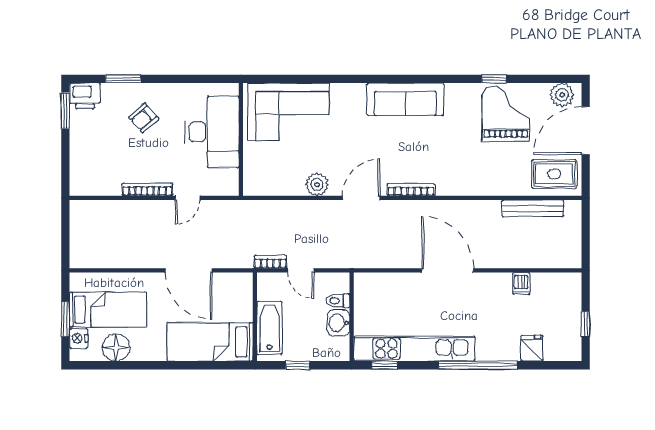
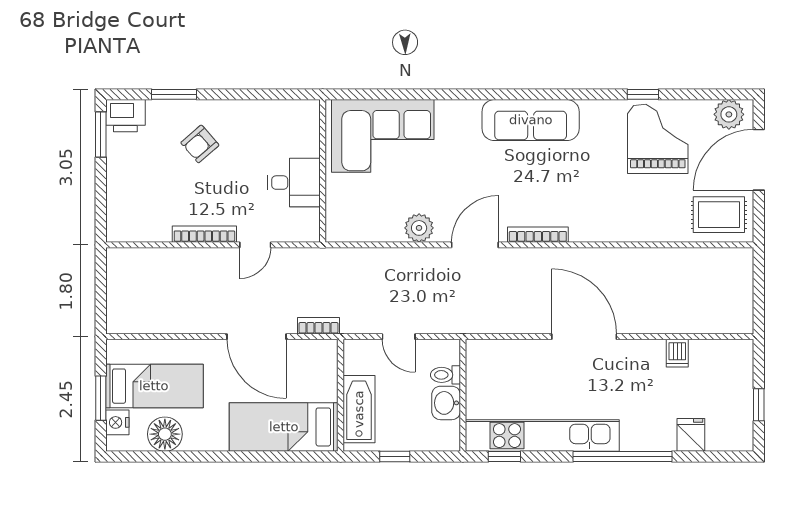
desk: (212, 132) -> (294, 183), width x0.53, depth x0.77
bench: (533, 209) -> (692, 258), removed
bookcase: (270, 262) -> (318, 326), moved

